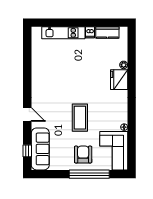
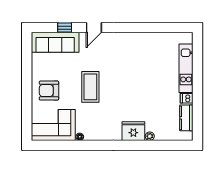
coffee table: (80, 118) -> (90, 87), turned 90
window: (27, 151) -> (65, 28), moved
armchair: (83, 154) -> (49, 91), turned 180
window: (89, 174) -> (27, 97), removed

